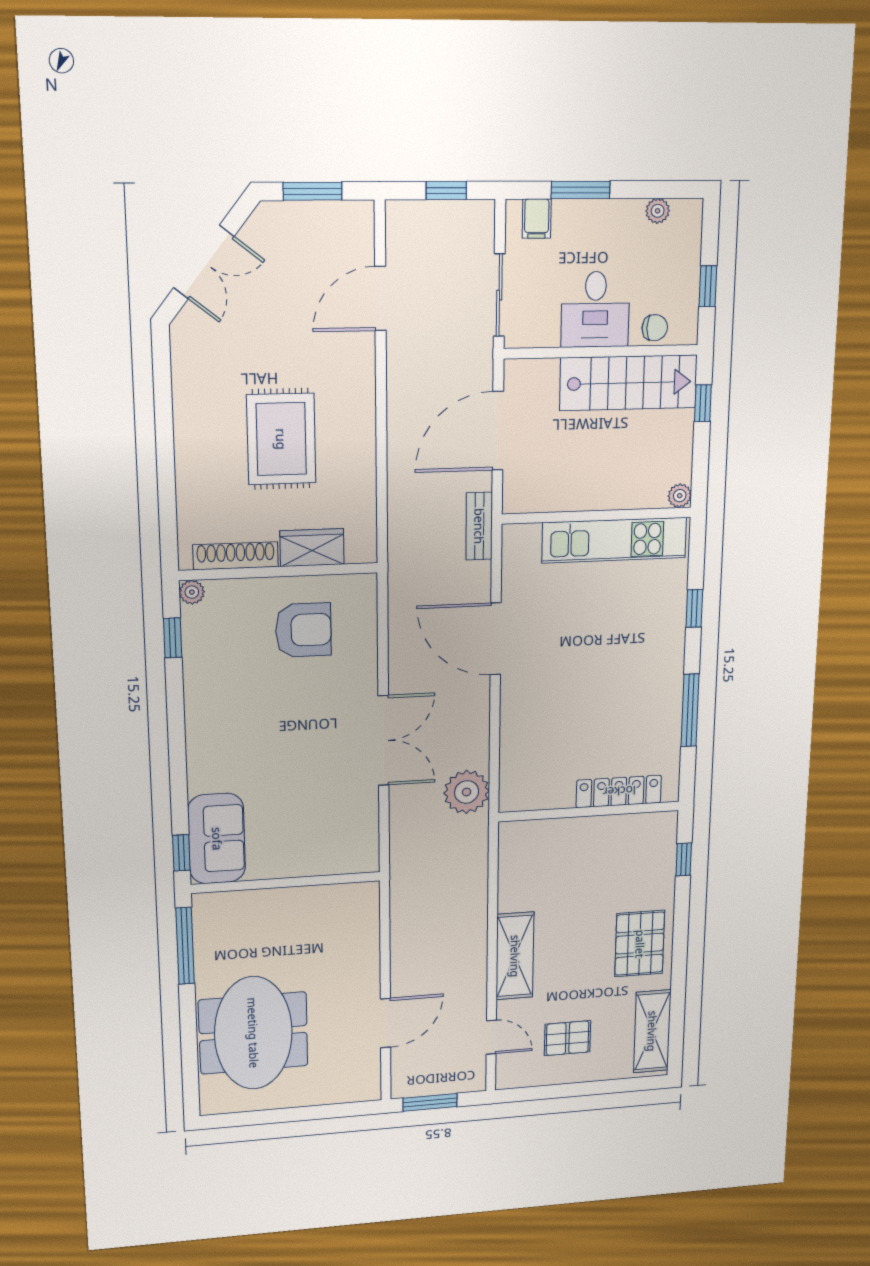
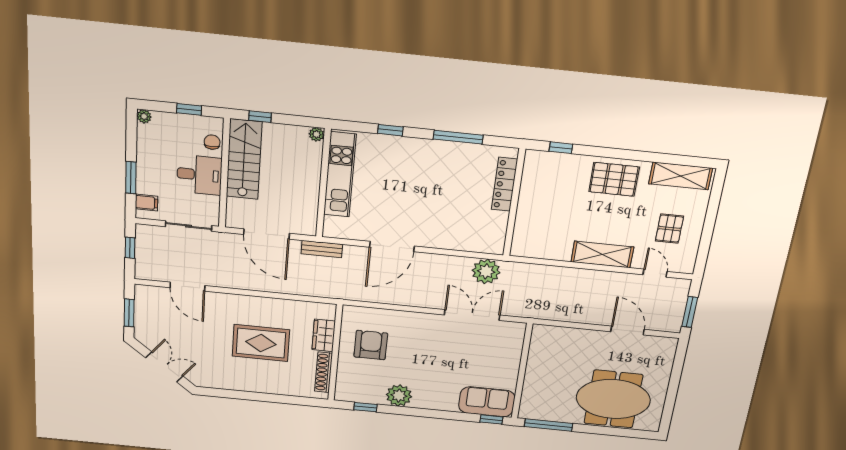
plant: (658, 211) -> (144, 116), moved
plant: (192, 592) -> (399, 396), moved, width x1.88, depth x1.88
double door: (383, 741) -> (472, 315), moved
door: (491, 1037) -> (655, 273), hinge flipped

